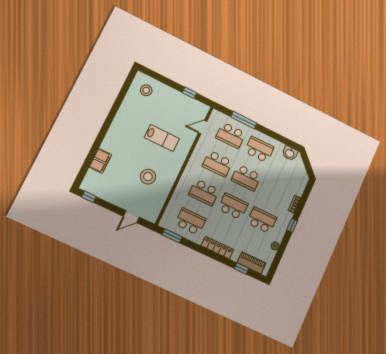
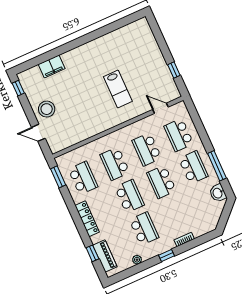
stool: (146, 90) -> (139, 38), removed
window: (244, 120) -> (217, 166), moved
stool: (148, 177) -> (47, 109), moved

